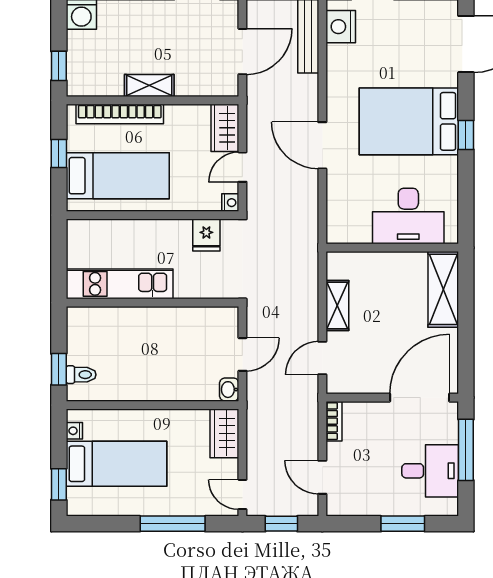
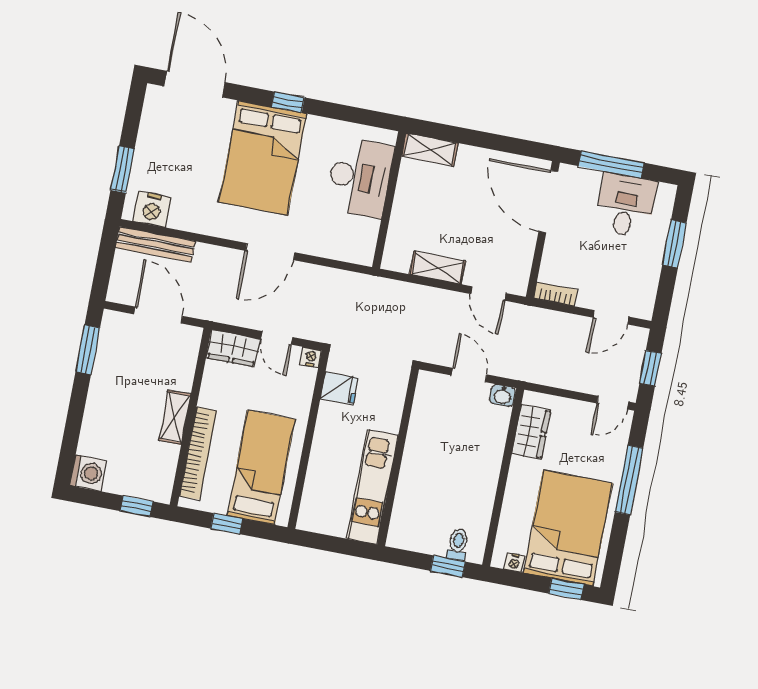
shelving: (443, 289) -> (430, 150), width x0.67, depth x0.75
wardrobe: (224, 433) -> (531, 432), moved, turned -90
bed: (116, 464) -> (568, 528), width x1.50

